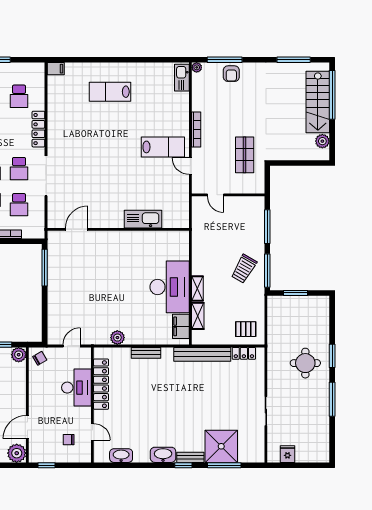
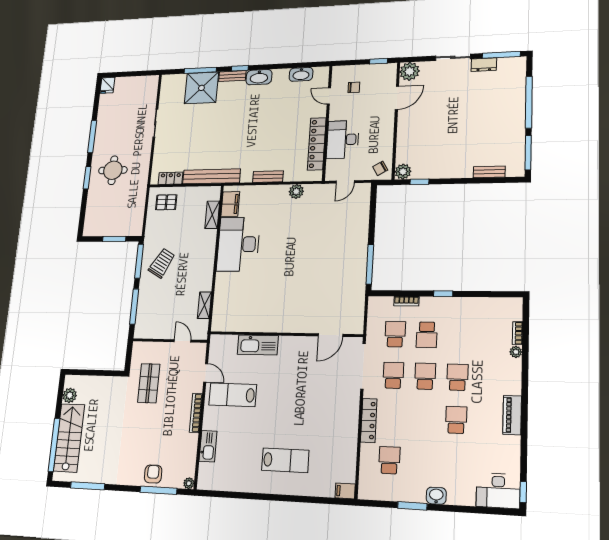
kitchen sink: (182, 78) -> (208, 446), moved
kitchen sink: (143, 219) -> (258, 345), moved
door: (77, 229) -> (330, 335), moved
wall: (118, 229) -> (285, 334), moved
shelving: (197, 289) -> (204, 305), moved
fridge: (287, 454) -> (107, 85), moved

